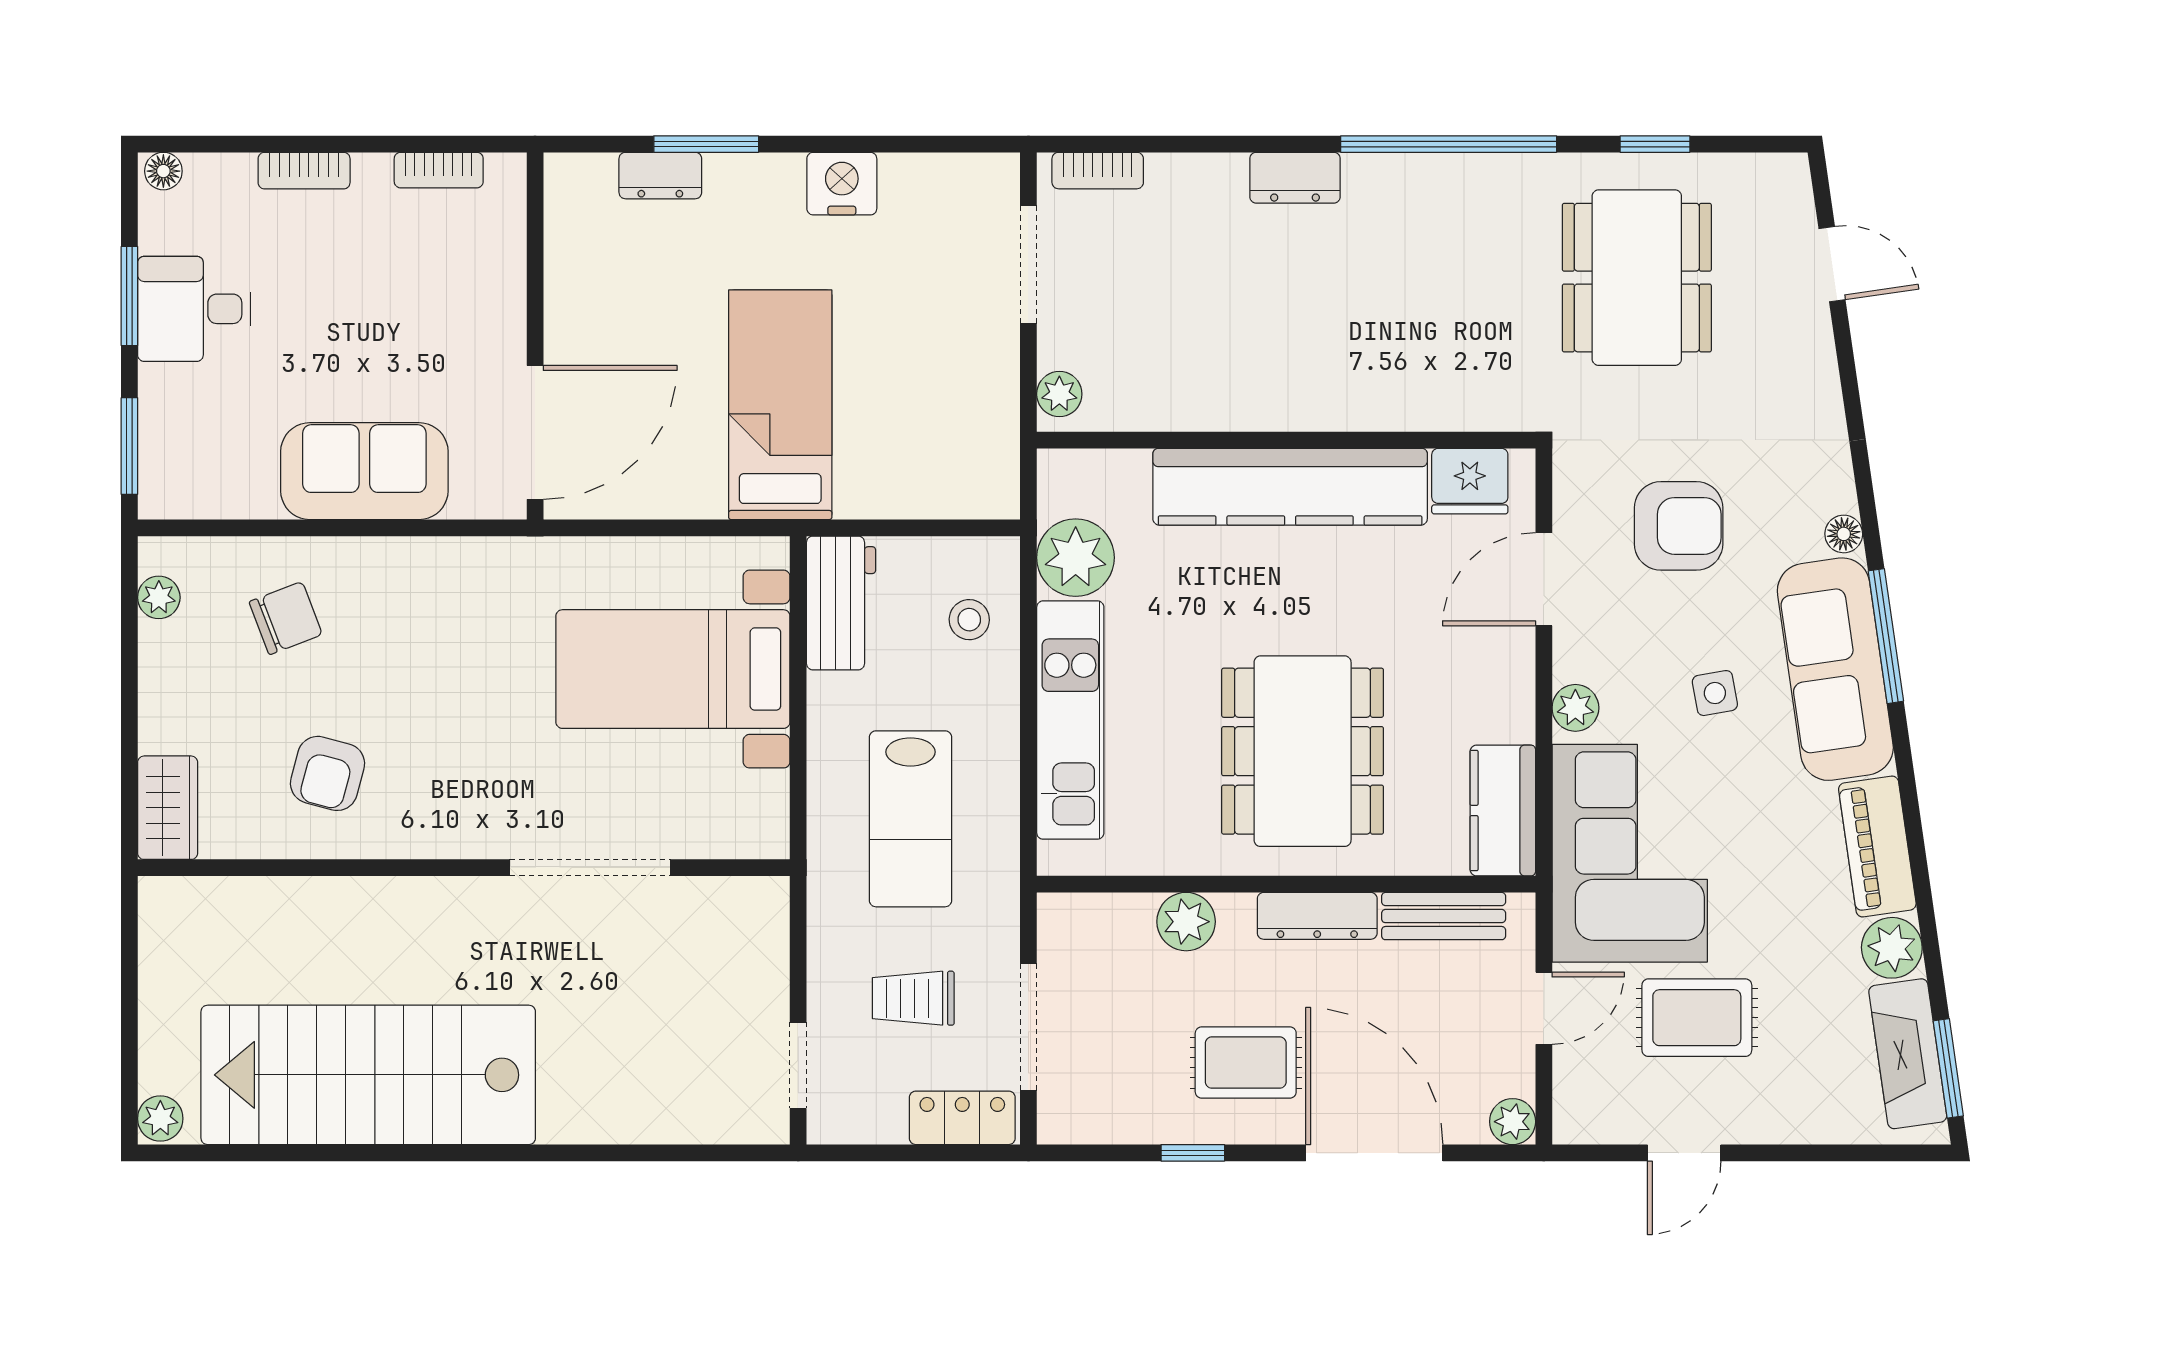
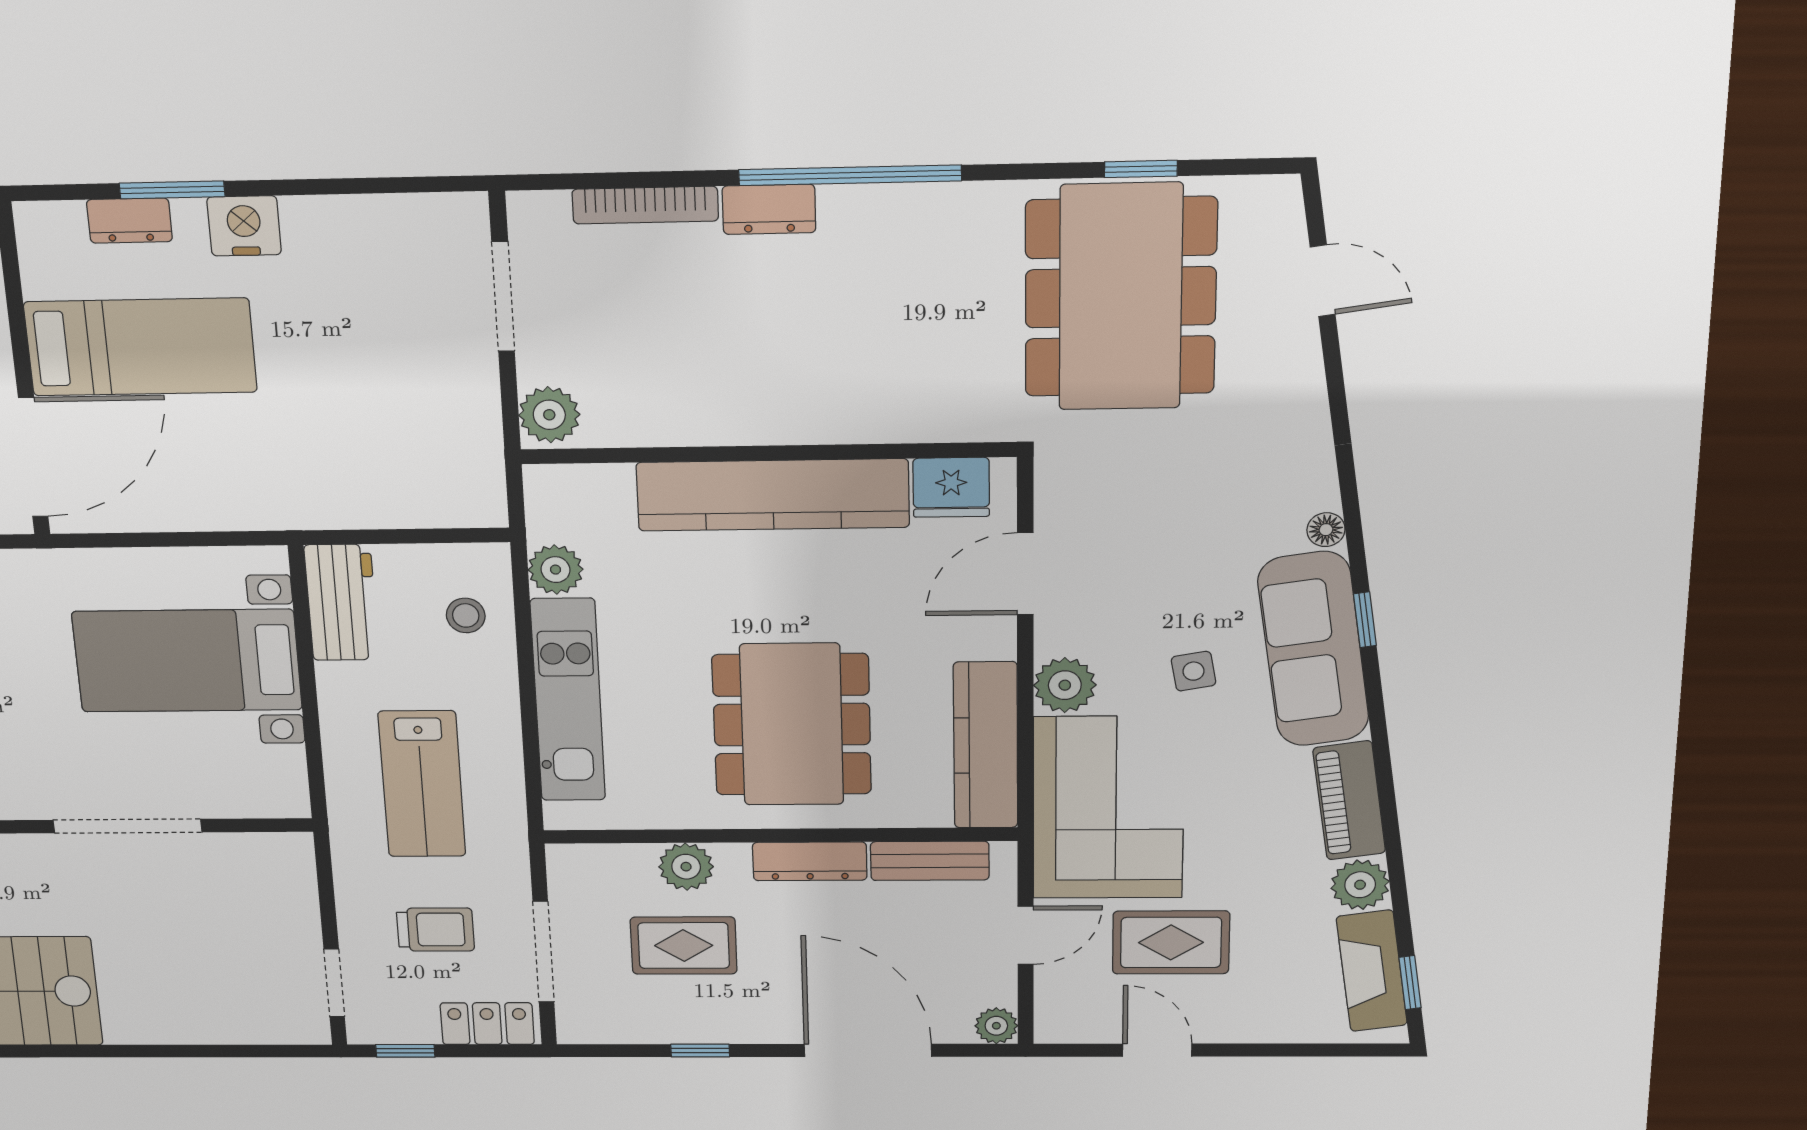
window: (1449, 144) -> (850, 175), moved
bookcase: (1098, 171) -> (645, 205), moved, width x1.56
nightstand: (842, 184) -> (244, 226), moved
dining table: (1637, 278) -> (1120, 297), width x1.36, depth x1.24
plant: (1059, 394) -> (549, 415), width x1.38, depth x1.38
bed: (780, 405) -> (140, 347), moved, turned 90
armchair: (1679, 526) -> (1160, 525), removed
plant: (1076, 558) -> (556, 570), width x0.73, depth x0.73
window: (1886, 636) -> (1365, 620), width x0.46
plant: (1575, 708) -> (1065, 685), width x1.38, depth x1.38
kitchen counter: (1503, 810) -> (986, 745), width x1.50
trolley: (913, 998) -> (435, 930), turned 180
rug: (1246, 1063) -> (684, 945), moved
window: (1948, 1068) -> (1410, 983), width x0.67
window: (870, 1153) -> (405, 1051), added
door: (1684, 1153) -> (1157, 1050), swing flipped

